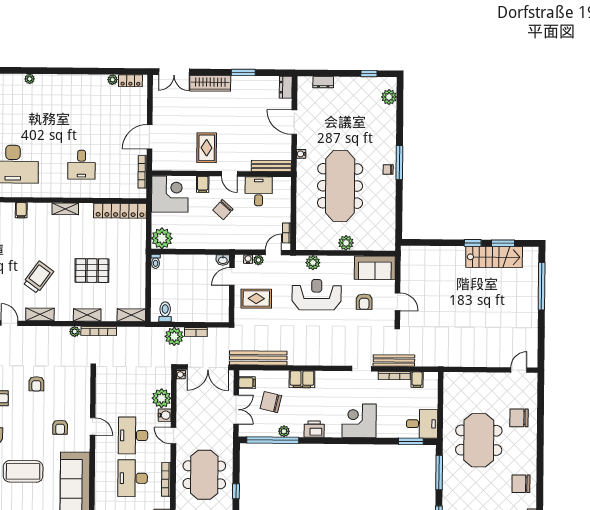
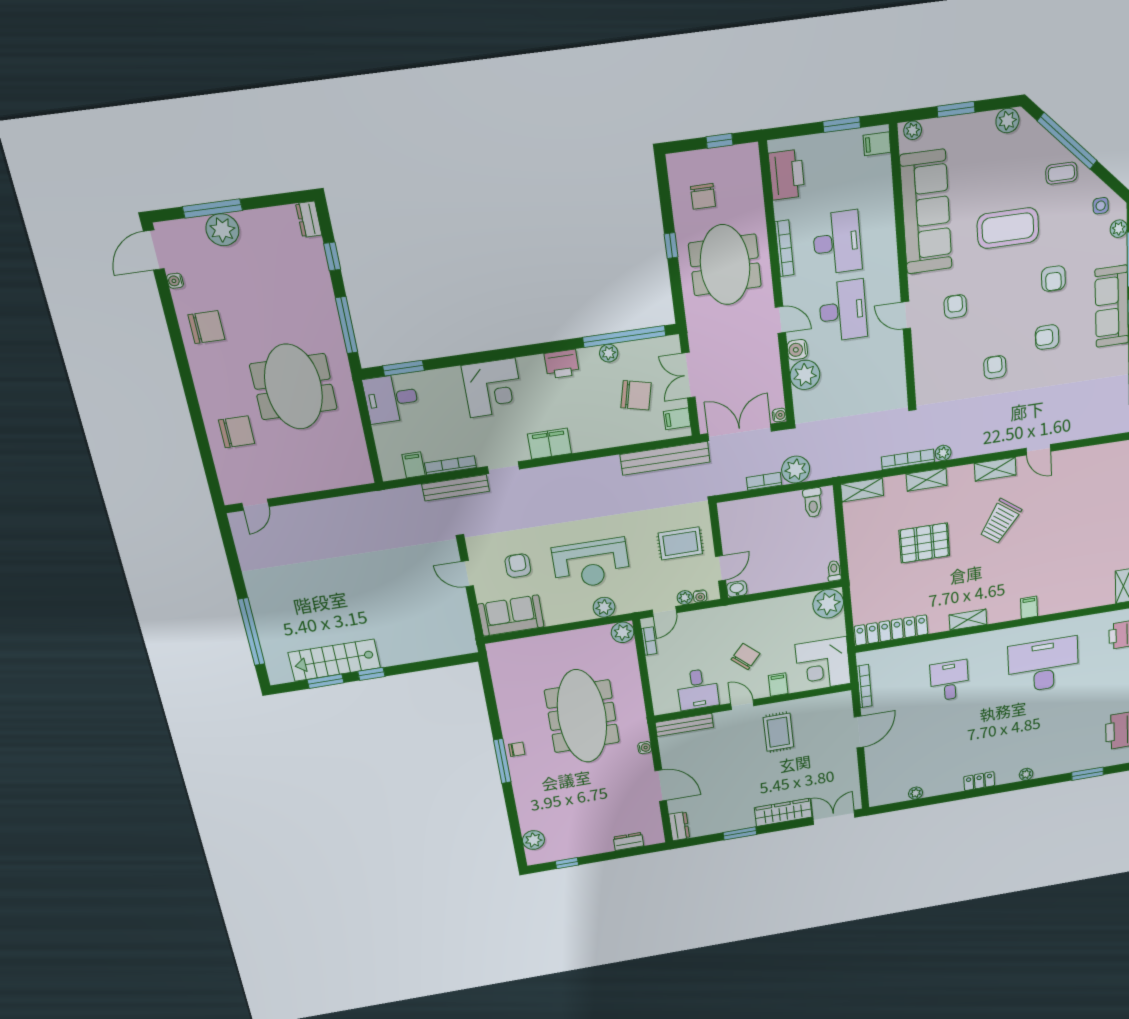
locker: (130, 81) -> (979, 781), moved
plant: (346, 243) -> (623, 632), moved
filing cabinet: (302, 379) -> (549, 444), moved

